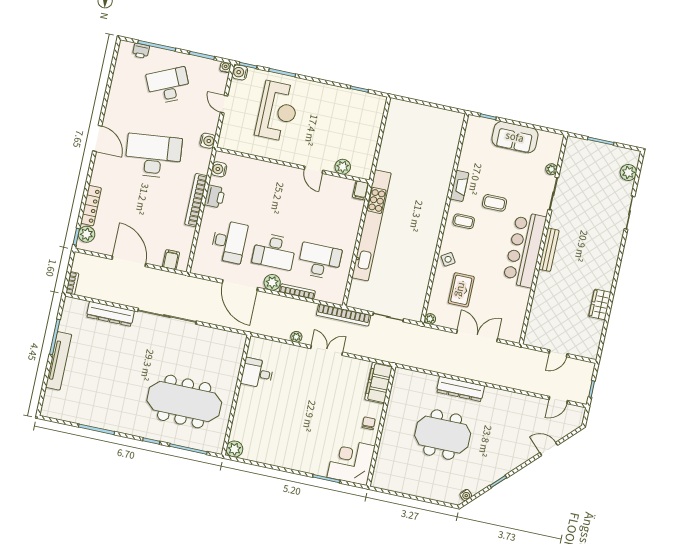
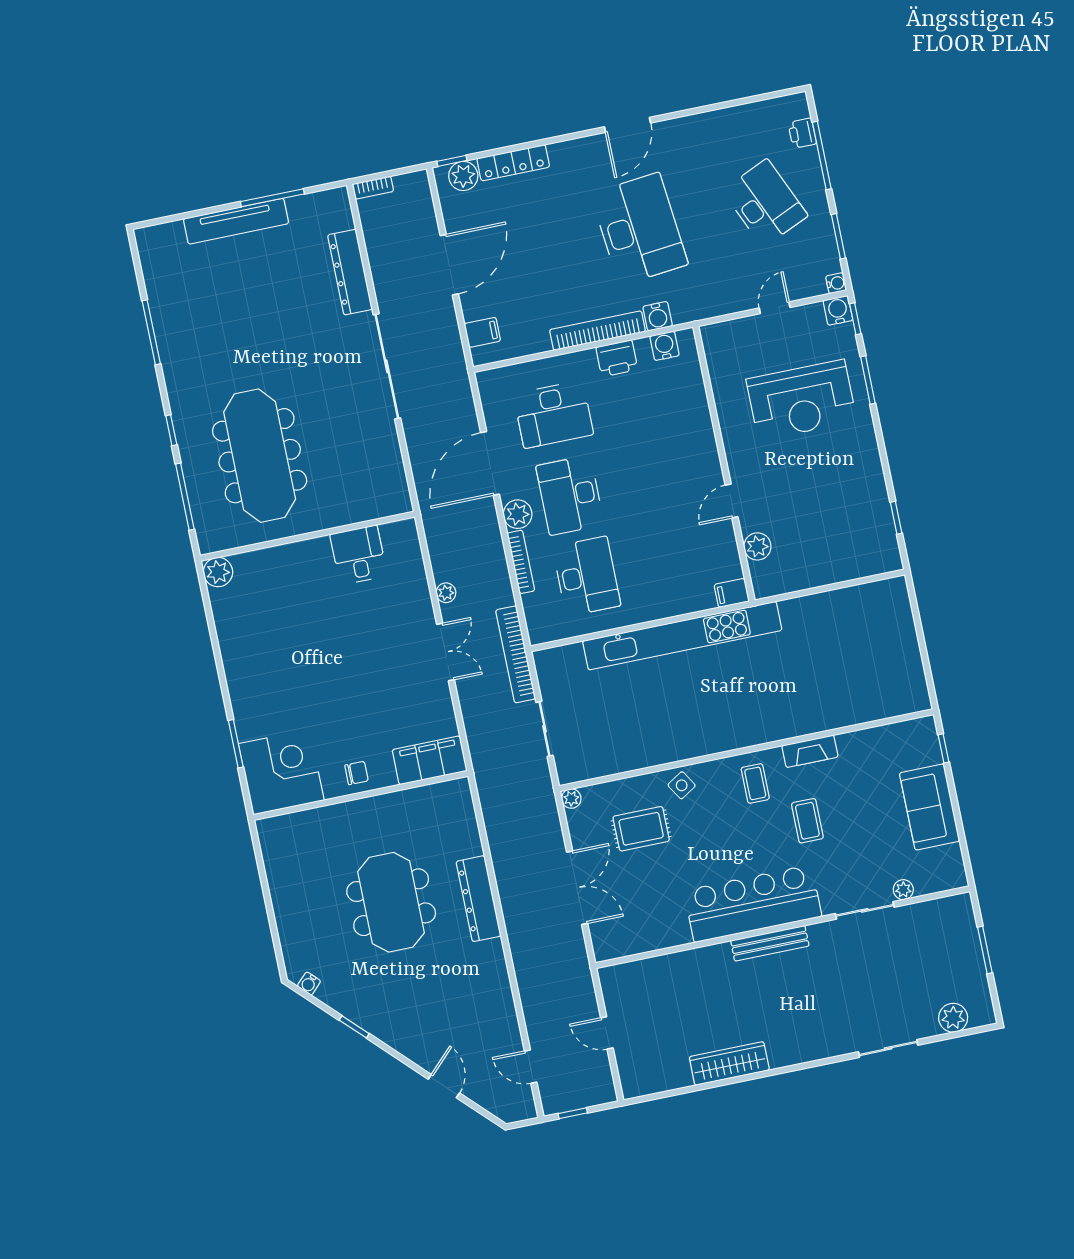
water cooler: (208, 141) -> (658, 316), moved
wardrobe: (600, 304) -> (729, 1063), width x1.50

